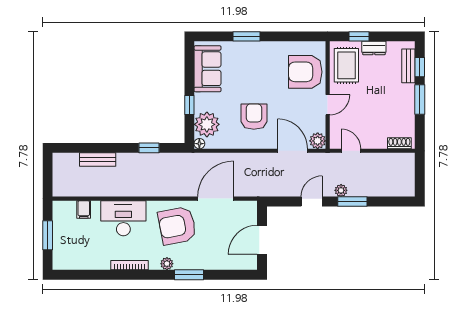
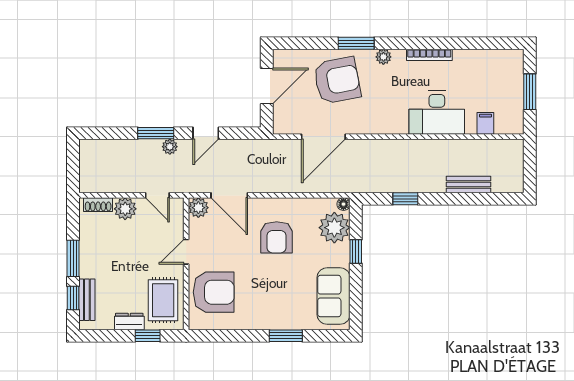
plant: (377, 140) -> (125, 209), added
armchair: (177, 226) -> (337, 80), moved

